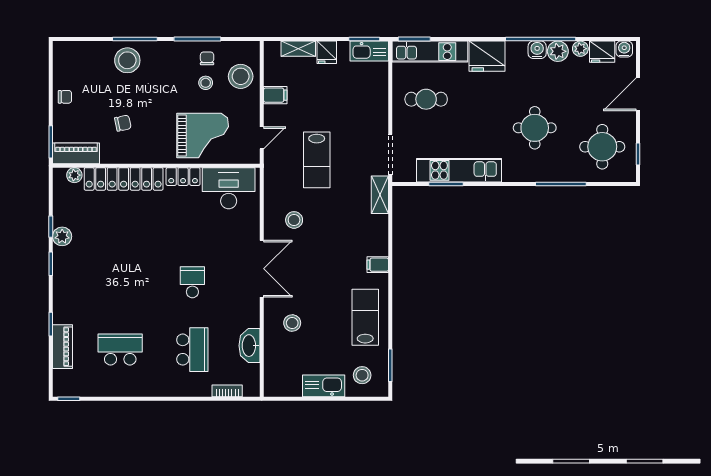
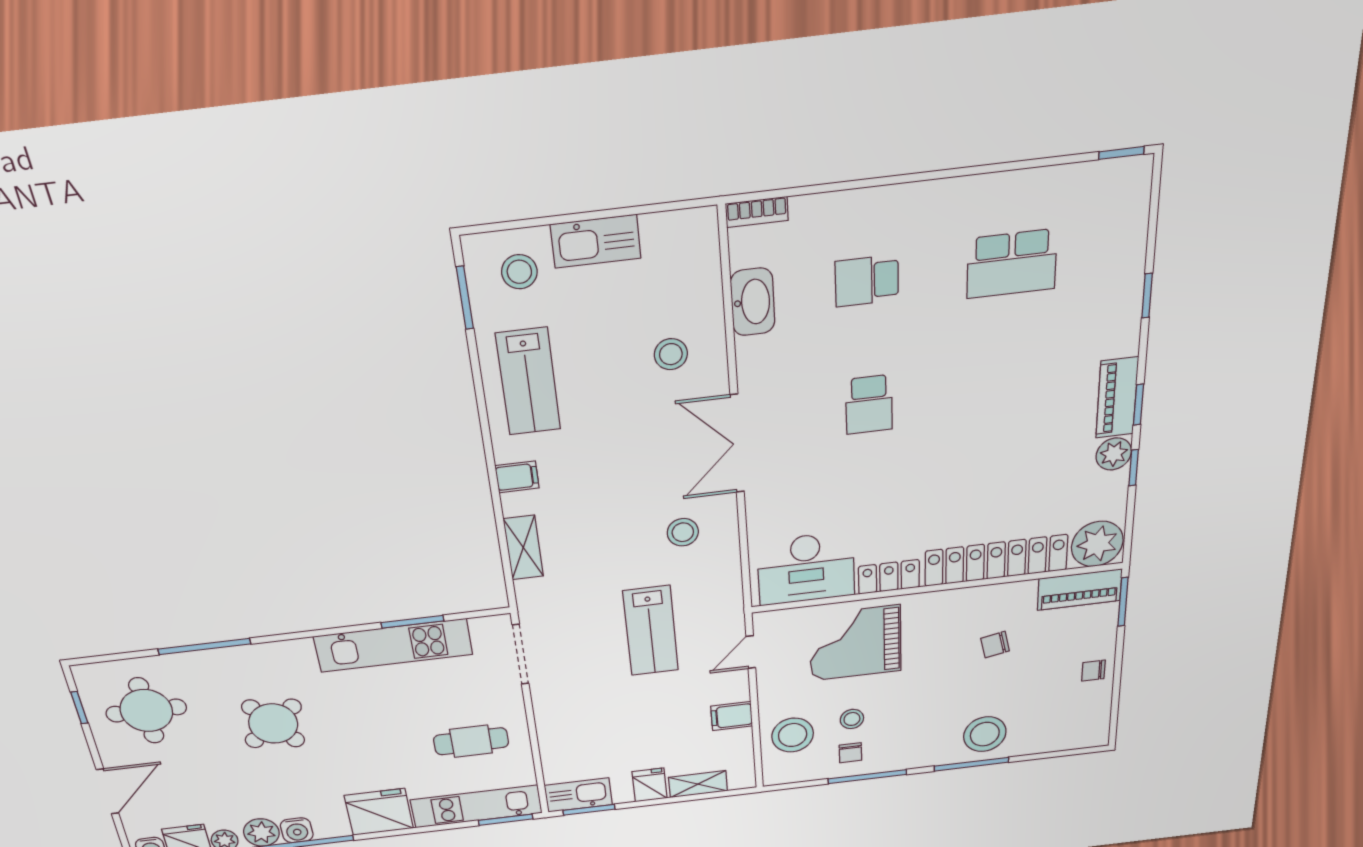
round table: (535, 128) -> (273, 723), turned -38
lab bench: (317, 160) -> (651, 631), turned 180
plant: (74, 175) -> (1097, 544), width x1.87, depth x1.87
shelving: (380, 195) -> (523, 548), moved
piano: (62, 347) -> (1117, 398), moved
school desk: (192, 350) -> (867, 281), width x0.54
bookcase: (227, 391) -> (757, 212), moved

